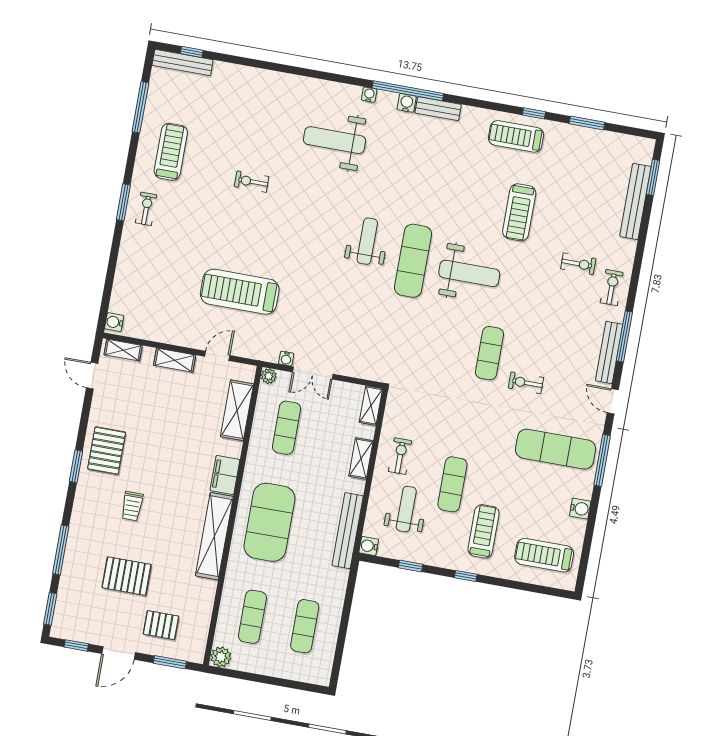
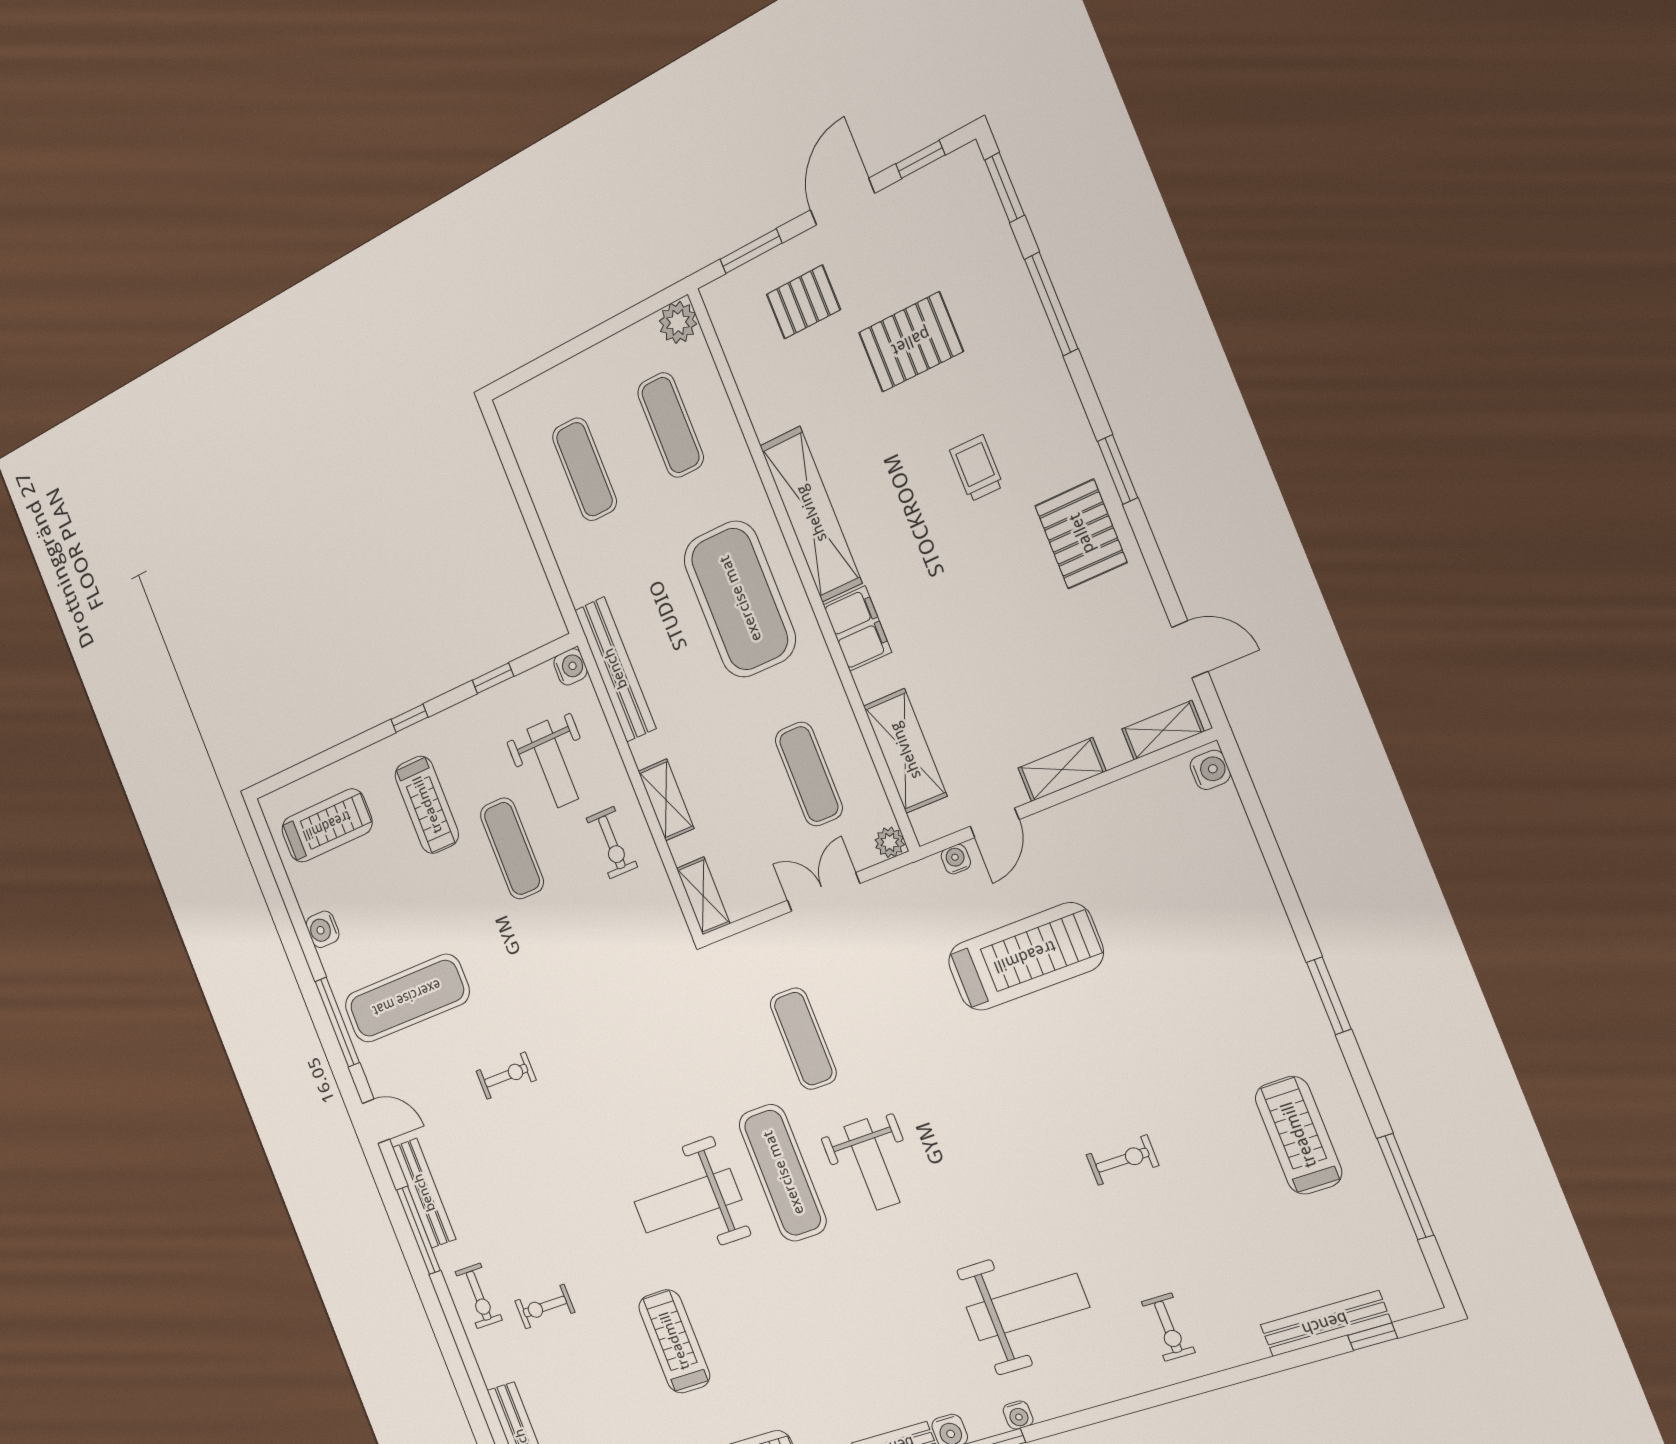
bench: (183, 63) -> (1325, 1324), moved
treadmill: (171, 152) -> (1298, 1135), turned 180
exercise bike: (146, 209) -> (1168, 1327), moved
exercise mat: (489, 353) -> (803, 1039), moved
water cooler: (286, 359) -> (956, 859), moved

